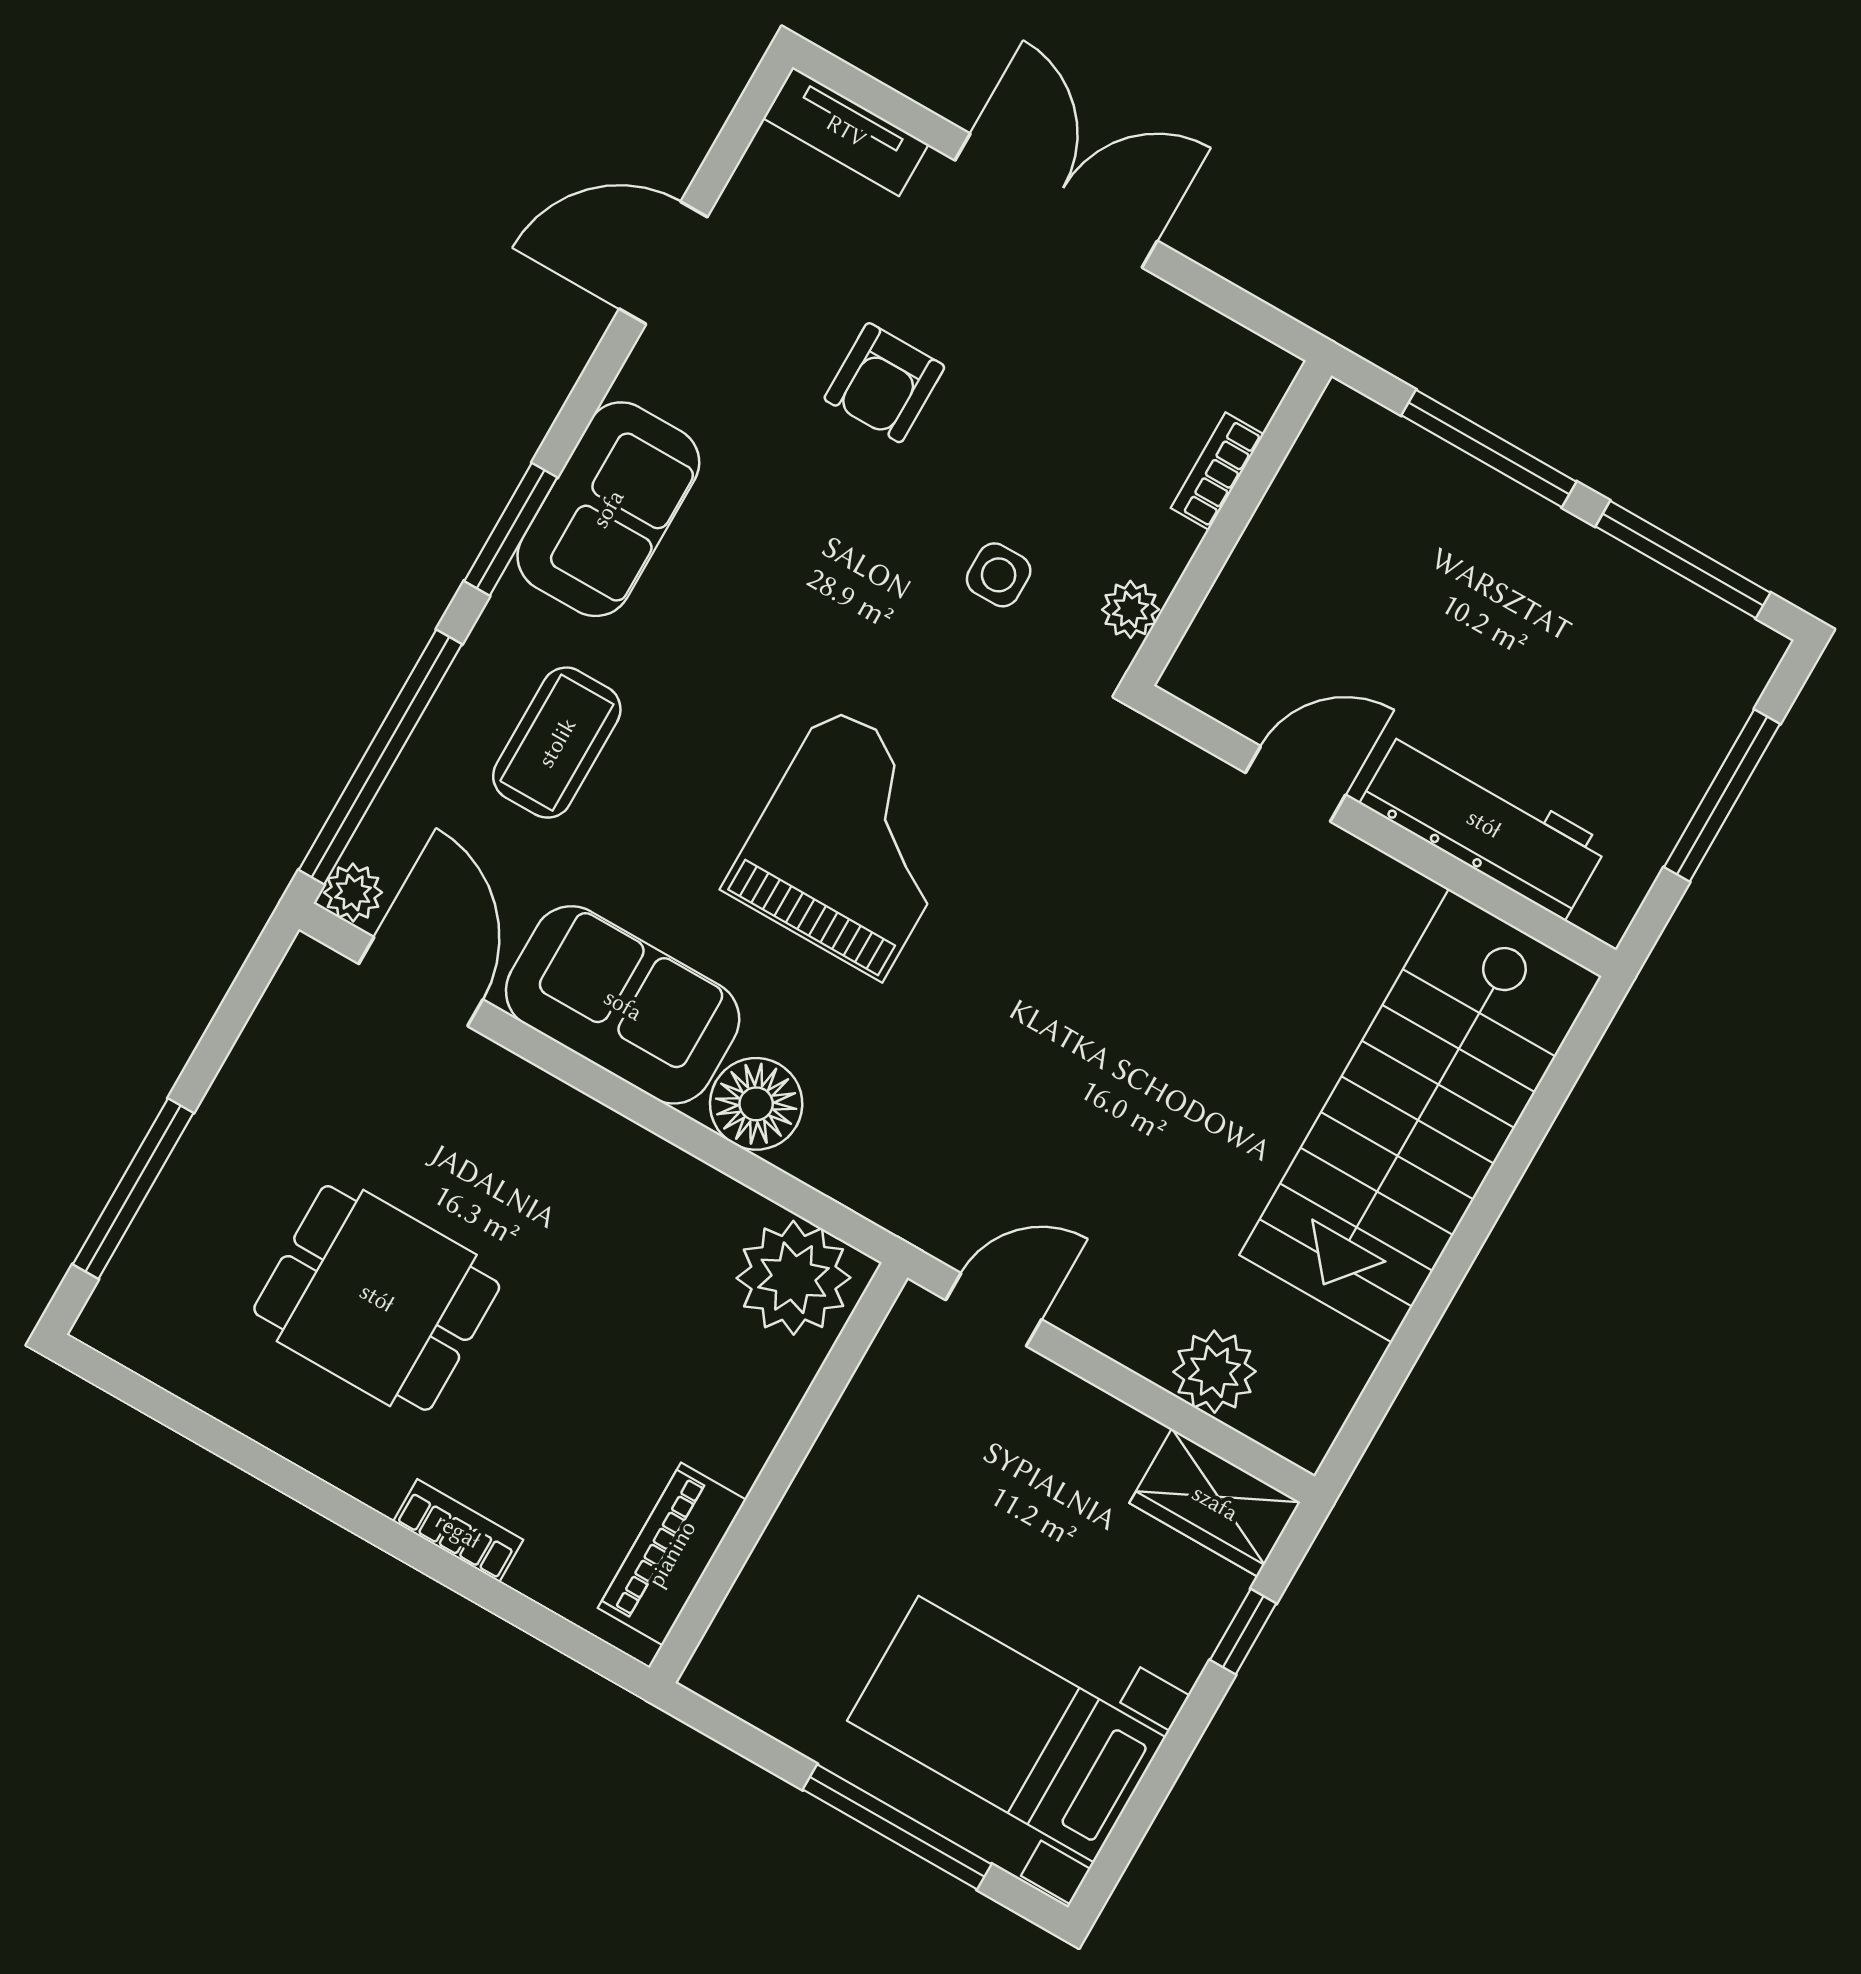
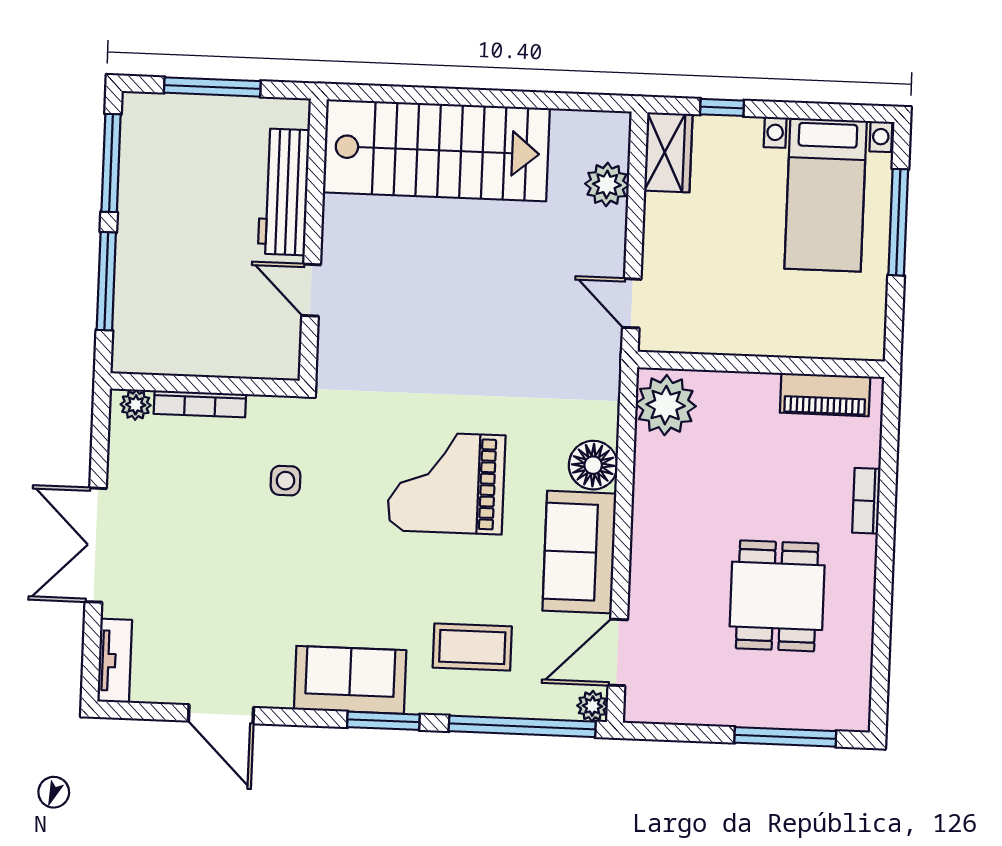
armchair: (884, 383) -> (223, 581), removed
bookcase: (1217, 471) -> (200, 404), width x1.56
plant: (1130, 609) -> (136, 405), moved

